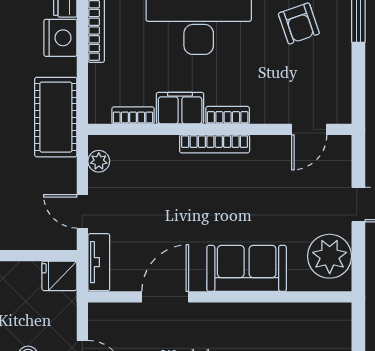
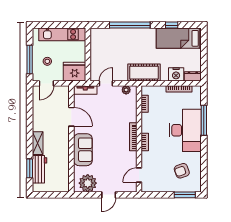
filing cabinet: (180, 108) -> (148, 123), removed
door: (309, 129) -> (139, 175), hinge flipped
fridge: (59, 276) -> (75, 72), width x1.88, depth x1.34

